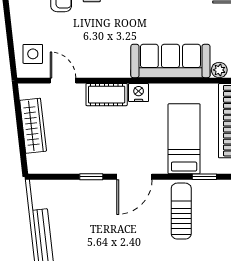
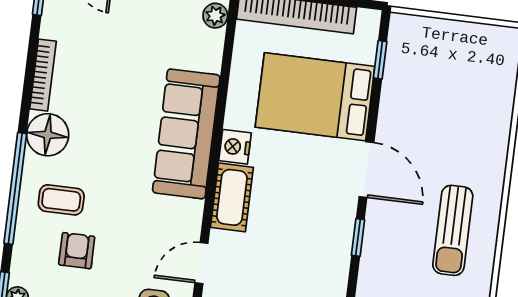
sofa: (170, 61) -> (186, 134), moved
bed: (184, 139) -> (315, 97), width x1.50
sun lounger: (181, 211) -> (453, 230), moved, turned -90

